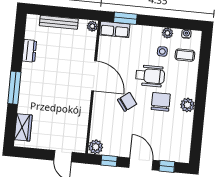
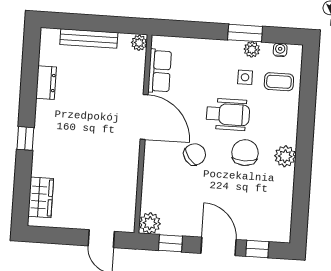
window: (125, 18) -> (245, 33), moved
row of seats: (115, 29) -> (160, 71), moved, turned -90
window: (14, 88) -> (25, 138), width x0.46

